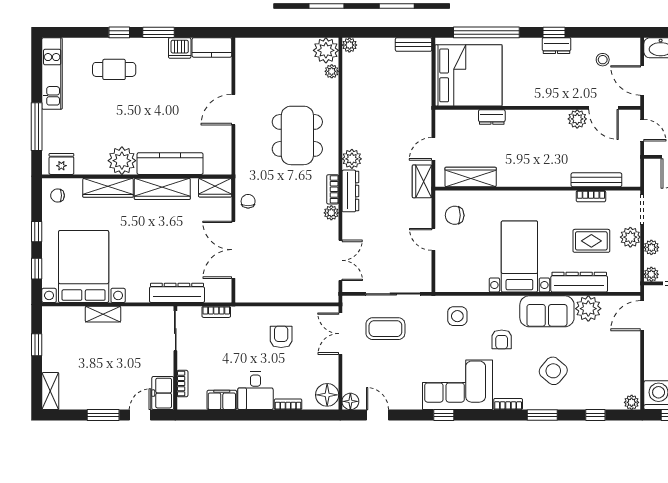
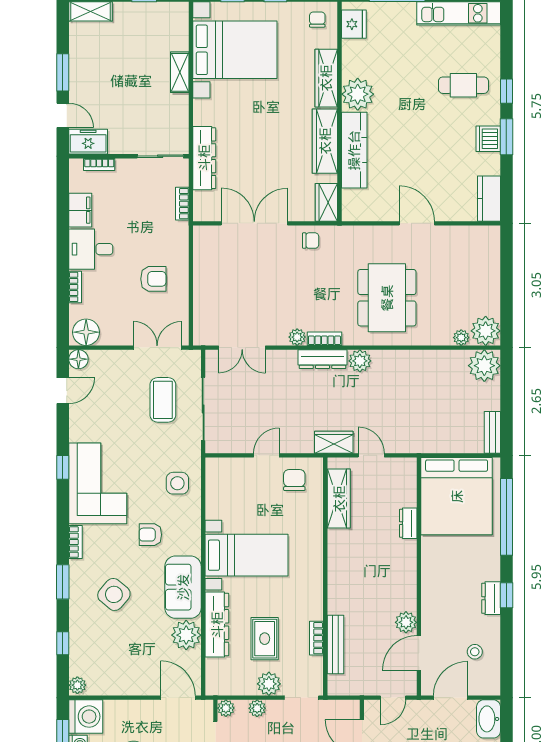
plant: (349, 45) -> (484, 366), width x1.88, depth x1.88
dishwasher: (180, 48) -> (488, 139), moved
cafe table: (114, 69) -> (463, 85), turned 90
dining table: (297, 135) -> (387, 298), turned 90

